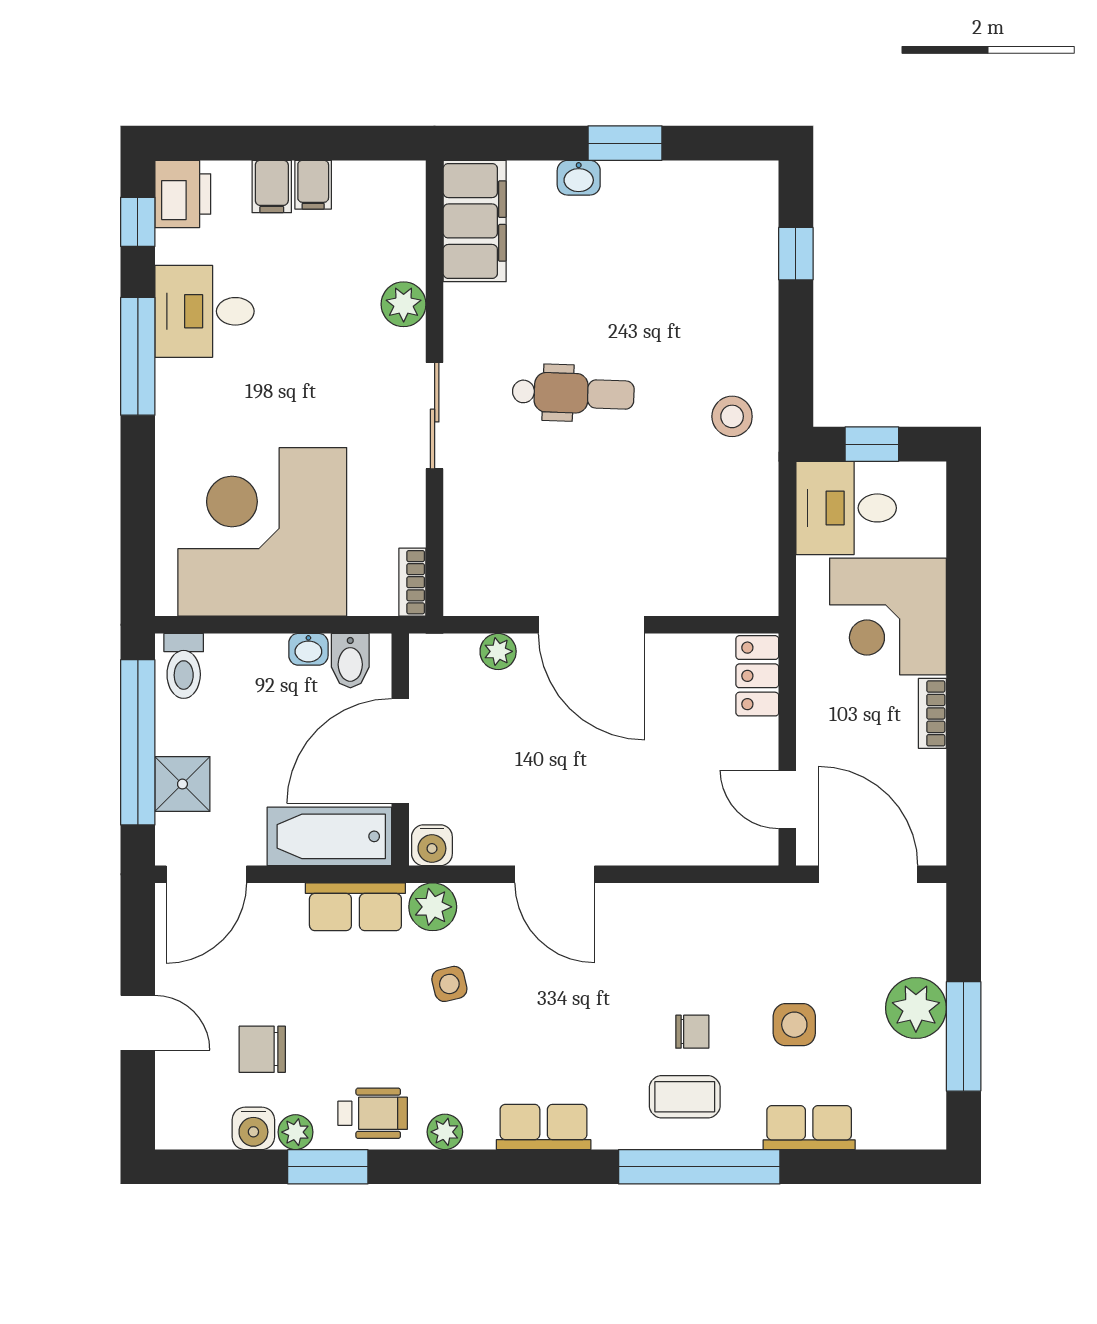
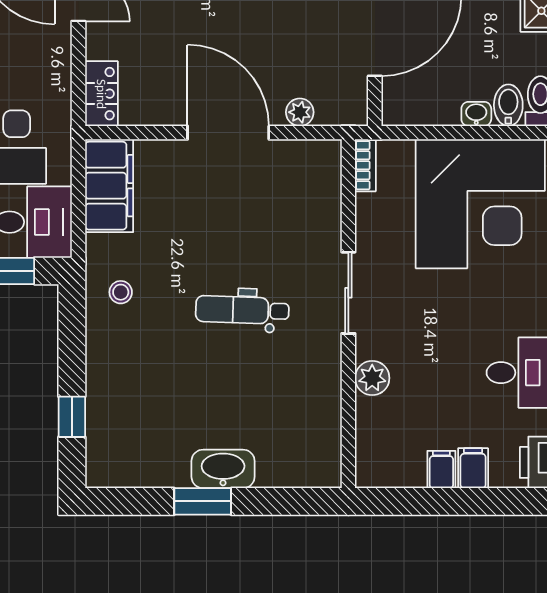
washbasin: (579, 178) -> (223, 469), width x1.91, depth x1.45
filing cabinet: (475, 221) -> (109, 186), moved, turned 180
stool: (732, 416) -> (121, 292), width x0.73, depth x0.73
washbasin: (308, 649) -> (476, 114), moved
bidet: (350, 661) -> (508, 105), moved

